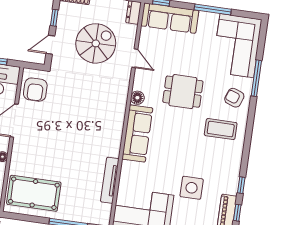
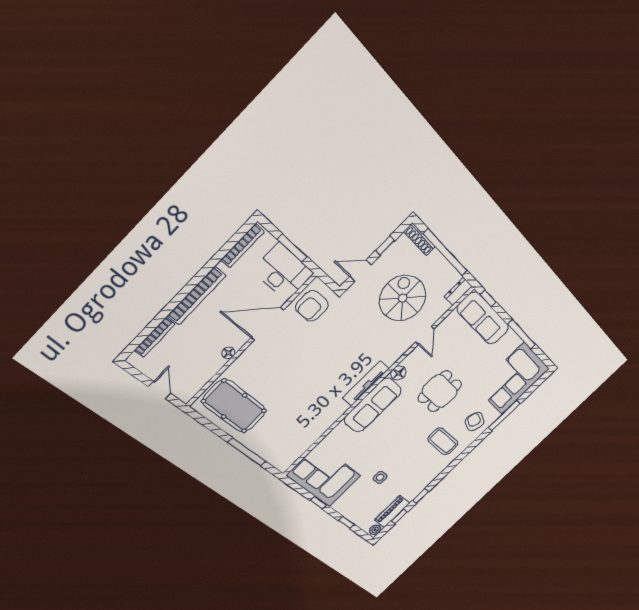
spiral stairs: (96, 43) -> (403, 298), turned -90
dining table: (183, 92) -> (440, 391), turned 90
tv unit: (110, 180) -> (366, 383), moved
side table: (192, 188) -> (380, 477), width x0.54, depth x0.54

